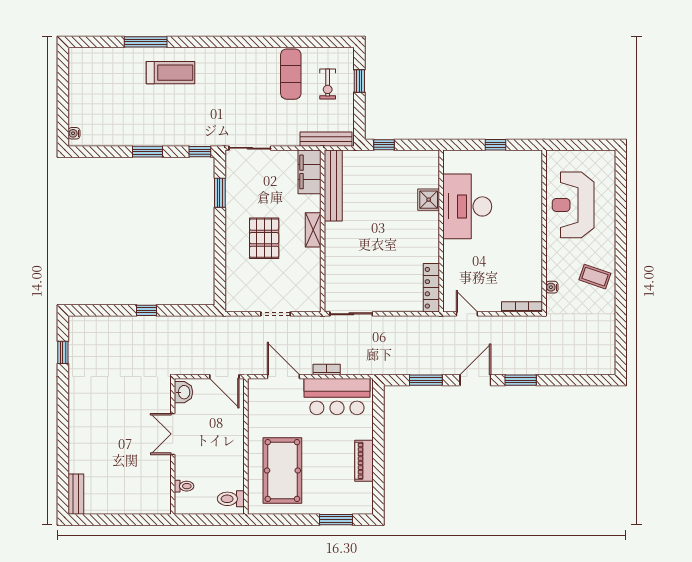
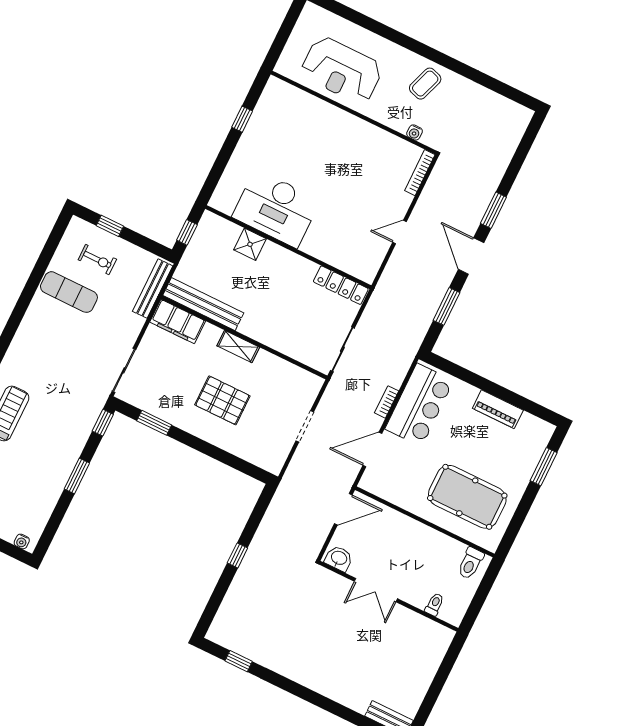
shower: (429, 200) -> (250, 244), moved
desk: (467, 206) -> (276, 208), moved
wall: (441, 231) -> (288, 247), moved
locker: (431, 288) -> (341, 285), moved

